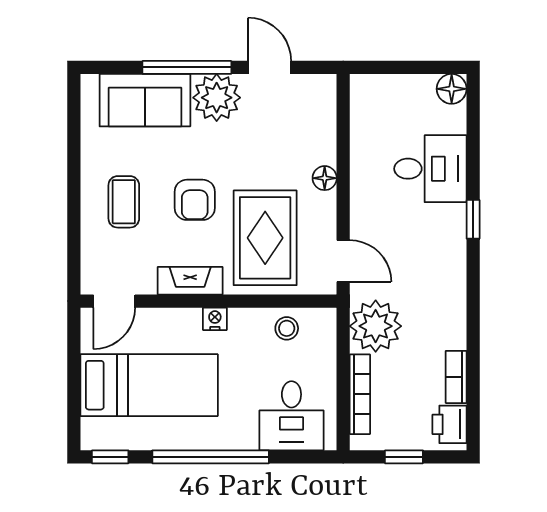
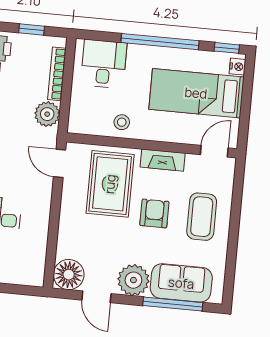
window: (187, 67) -> (173, 304), moved
floor lamp: (325, 178) -> (69, 275), moved, width x1.89, depth x1.89
coffee table: (124, 202) -> (202, 217), width x1.36, depth x1.30
nightstand: (215, 319) -> (237, 67), moved, turned -90
plant: (376, 326) -> (47, 114), width x0.73, depth x0.73
stool: (287, 328) -> (122, 122), moved

